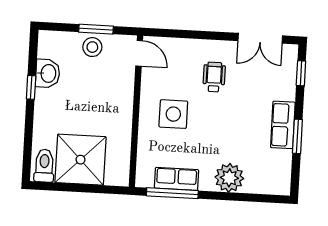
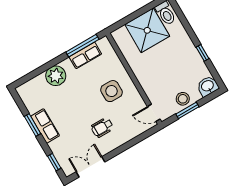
washbasin: (48, 73) -> (208, 86), moved, turned 90
wheelchair: (214, 77) -> (102, 127), turned 90

